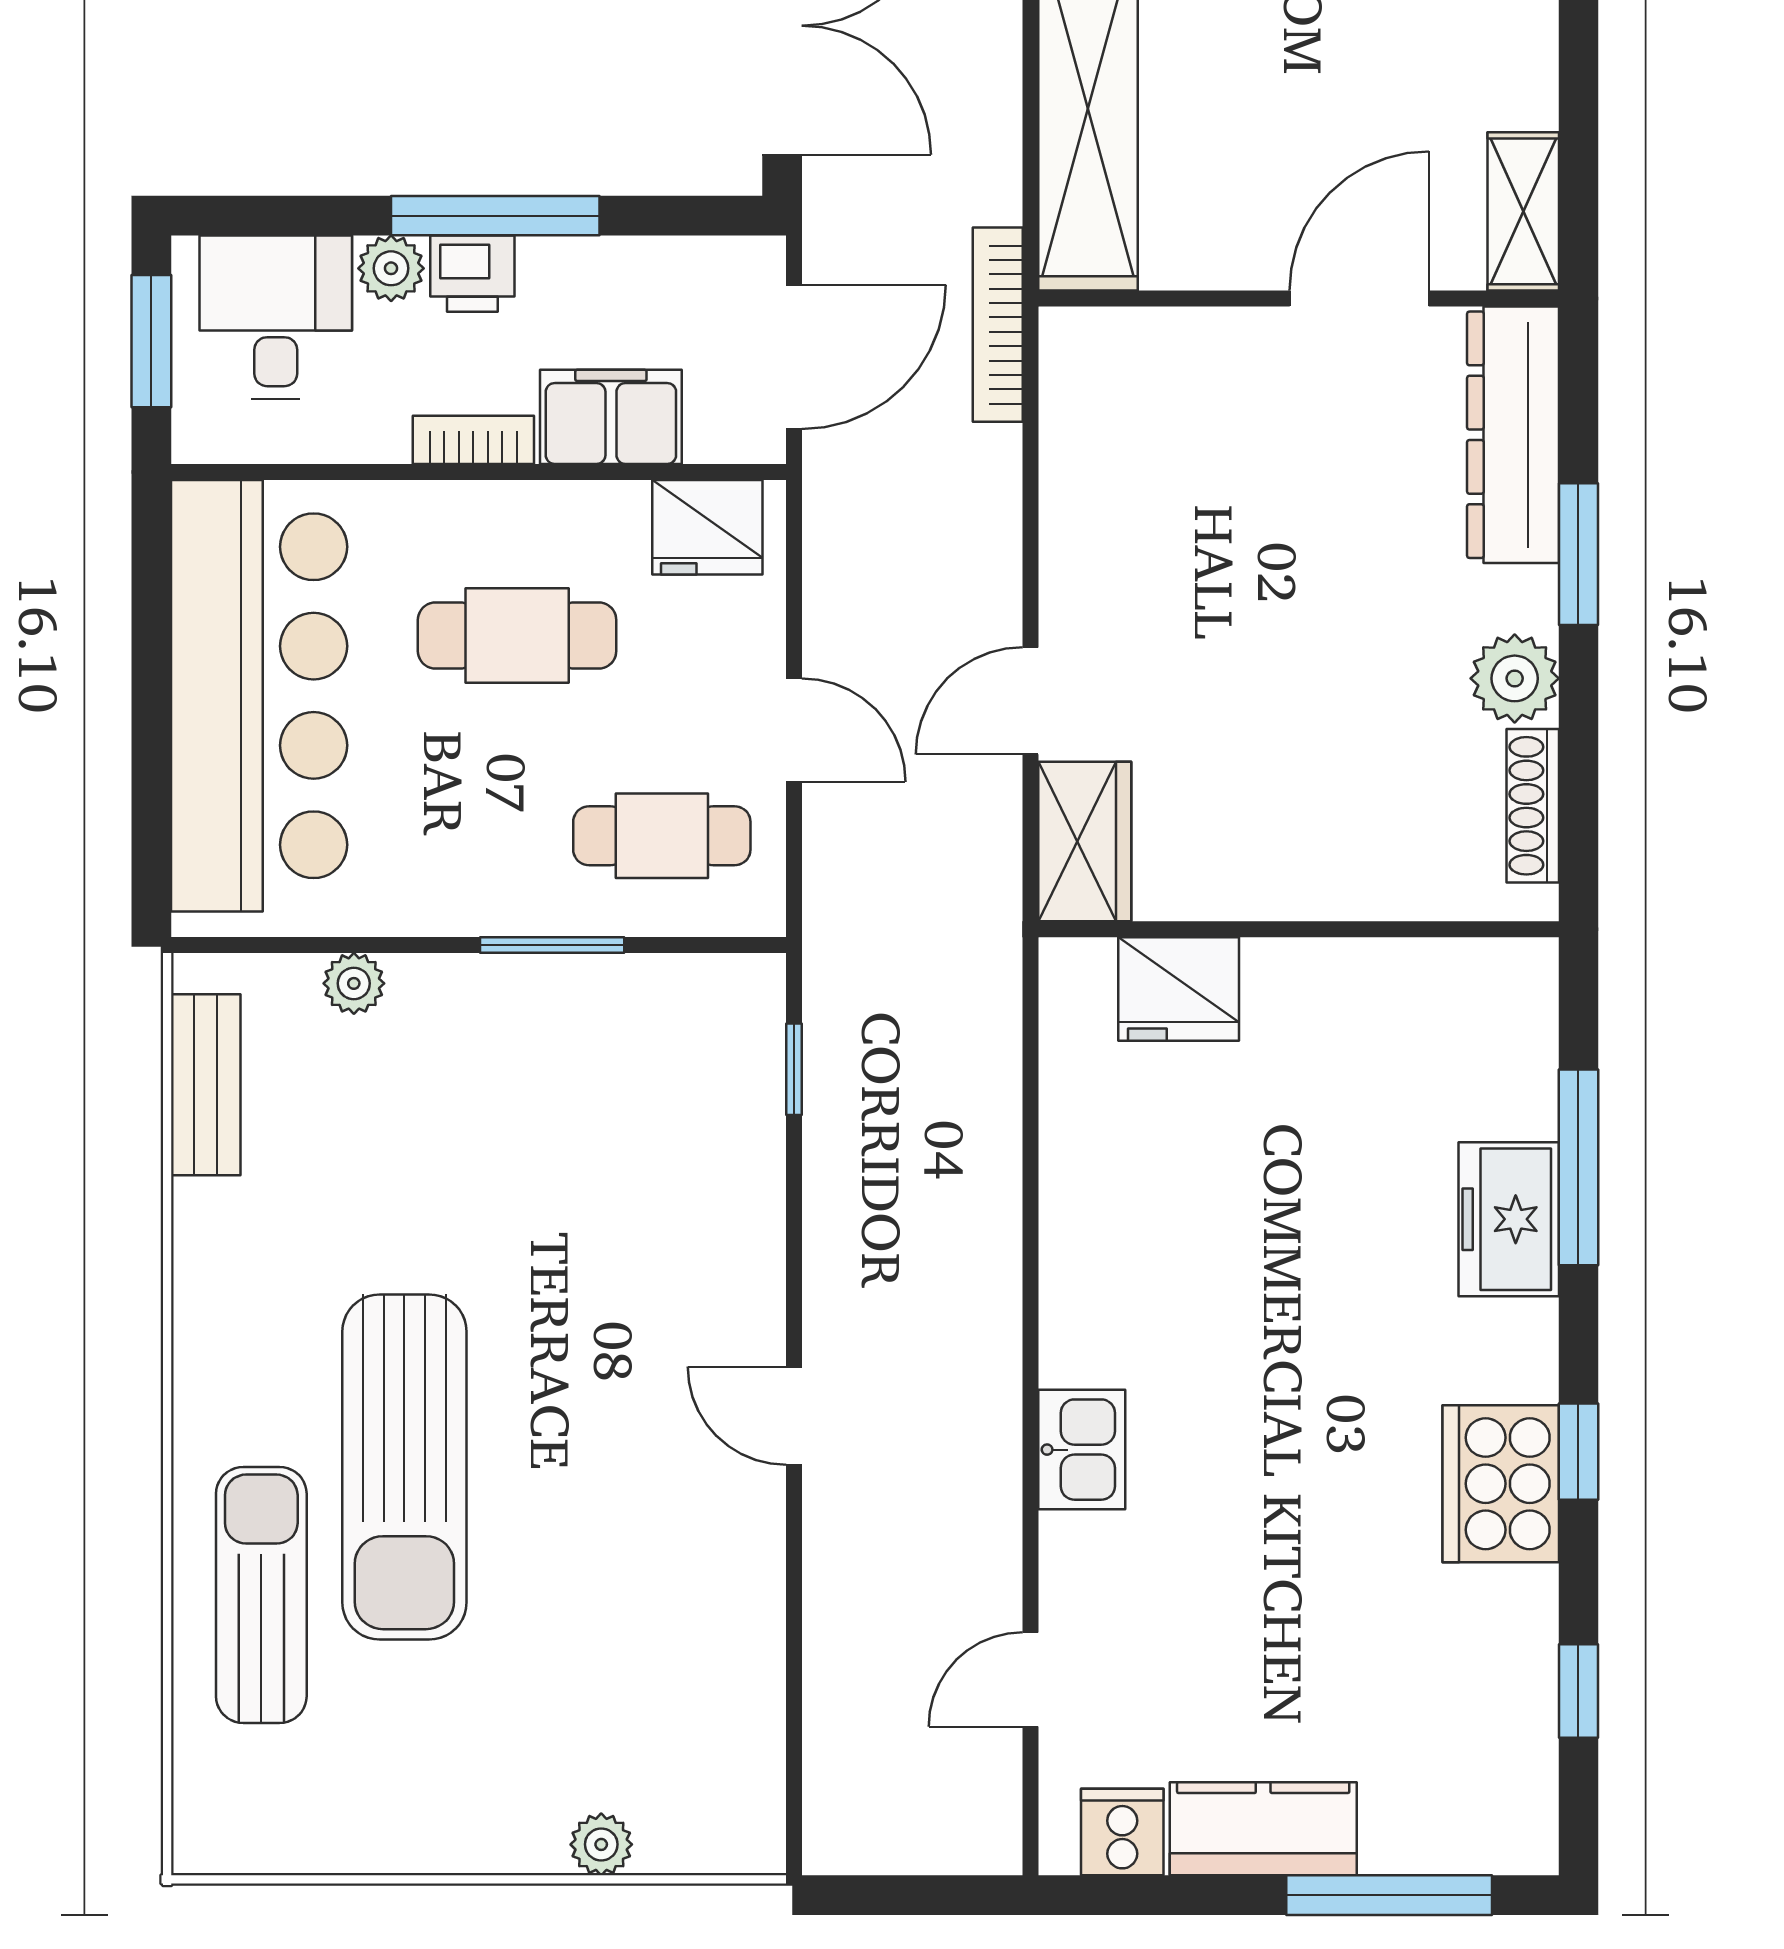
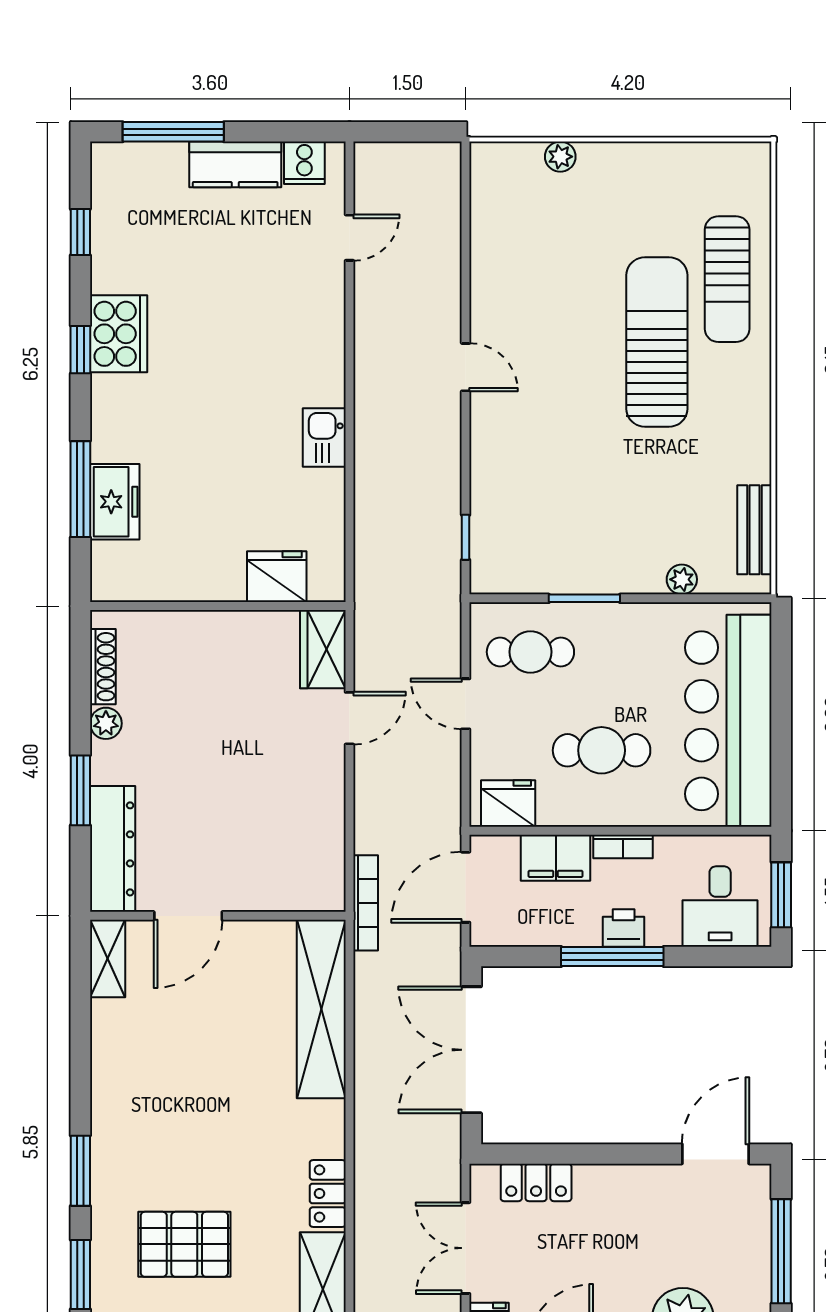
plant: (391, 268) -> (663, 931), removed
plant: (1515, 678) -> (106, 723), width x0.73, depth x0.73
freezer: (1509, 1219) -> (115, 502), moved
kitchen sink: (1082, 1450) -> (324, 438), moved

